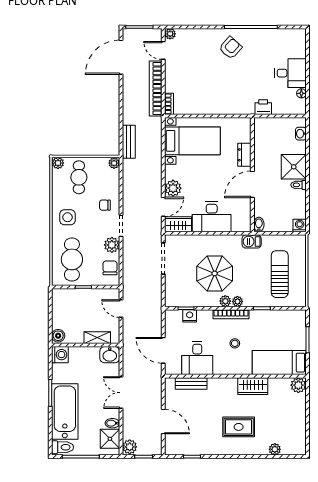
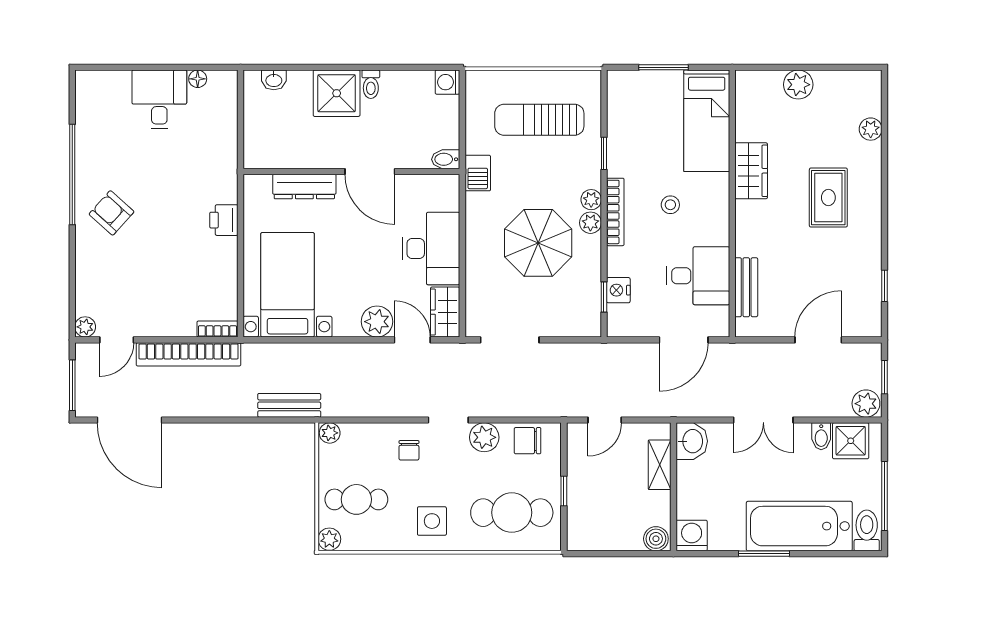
printer: (263, 107) -> (224, 220), moved
dresser: (244, 155) -> (304, 187), width x1.44
plant: (298, 385) -> (798, 85), moved

